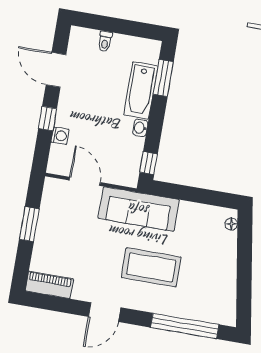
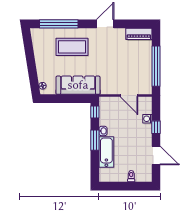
window: (163, 78) -> (95, 140), moved
sofa: (139, 209) -> (78, 85), moved
window: (29, 224) -> (156, 66), width x2.11
coffee table: (151, 267) -> (72, 47), moved

